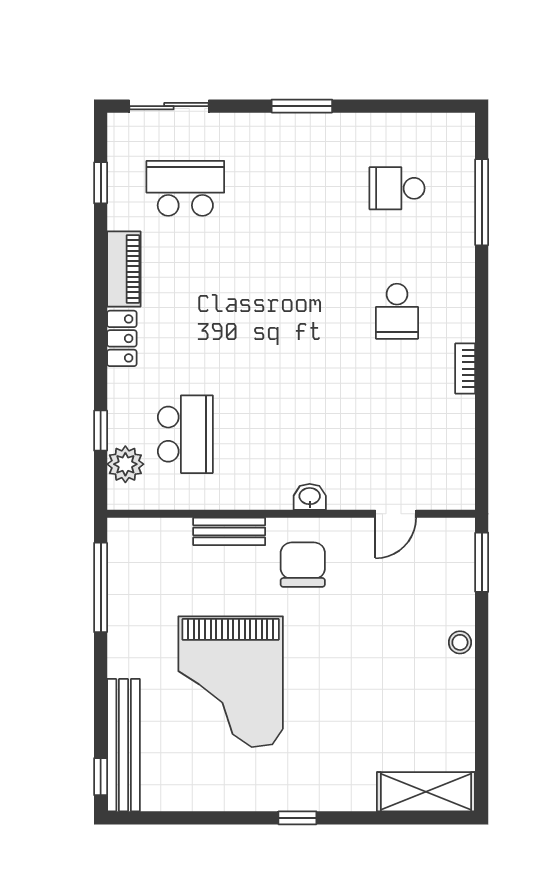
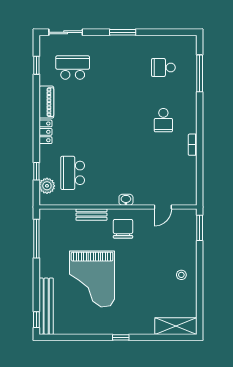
school desk: (185, 434) -> (73, 173), turned 180
stool: (460, 642) -> (181, 275), moved

